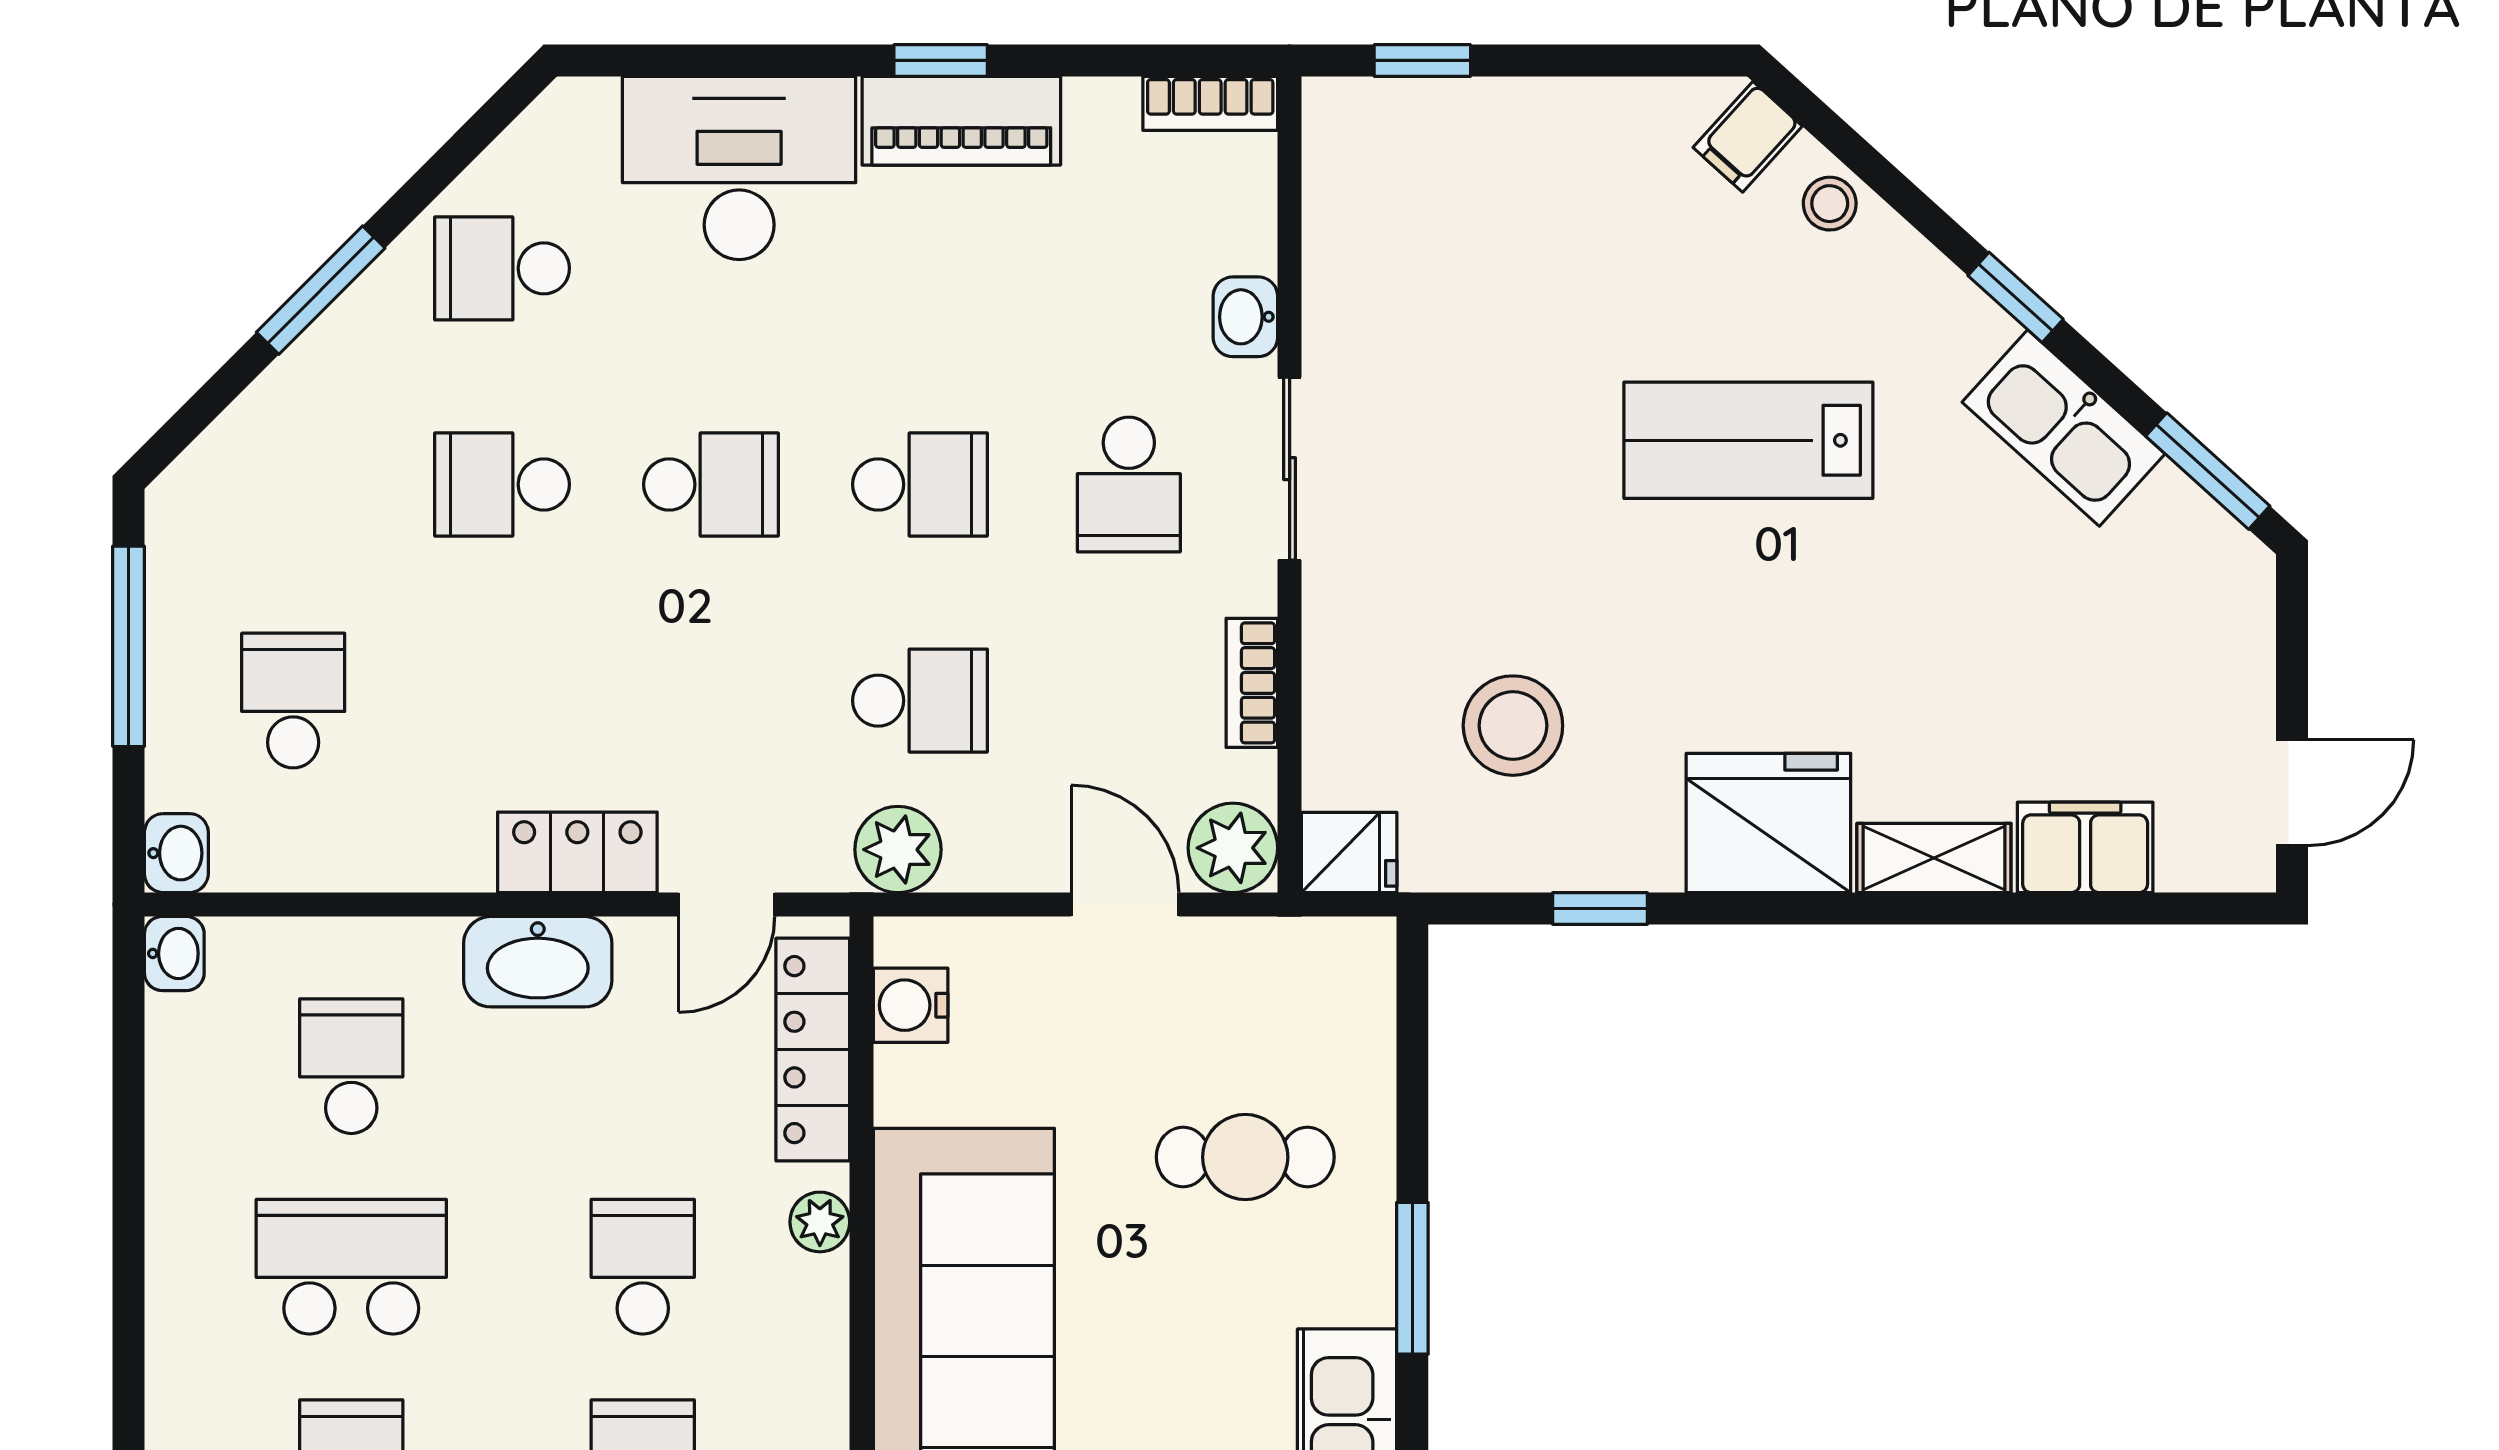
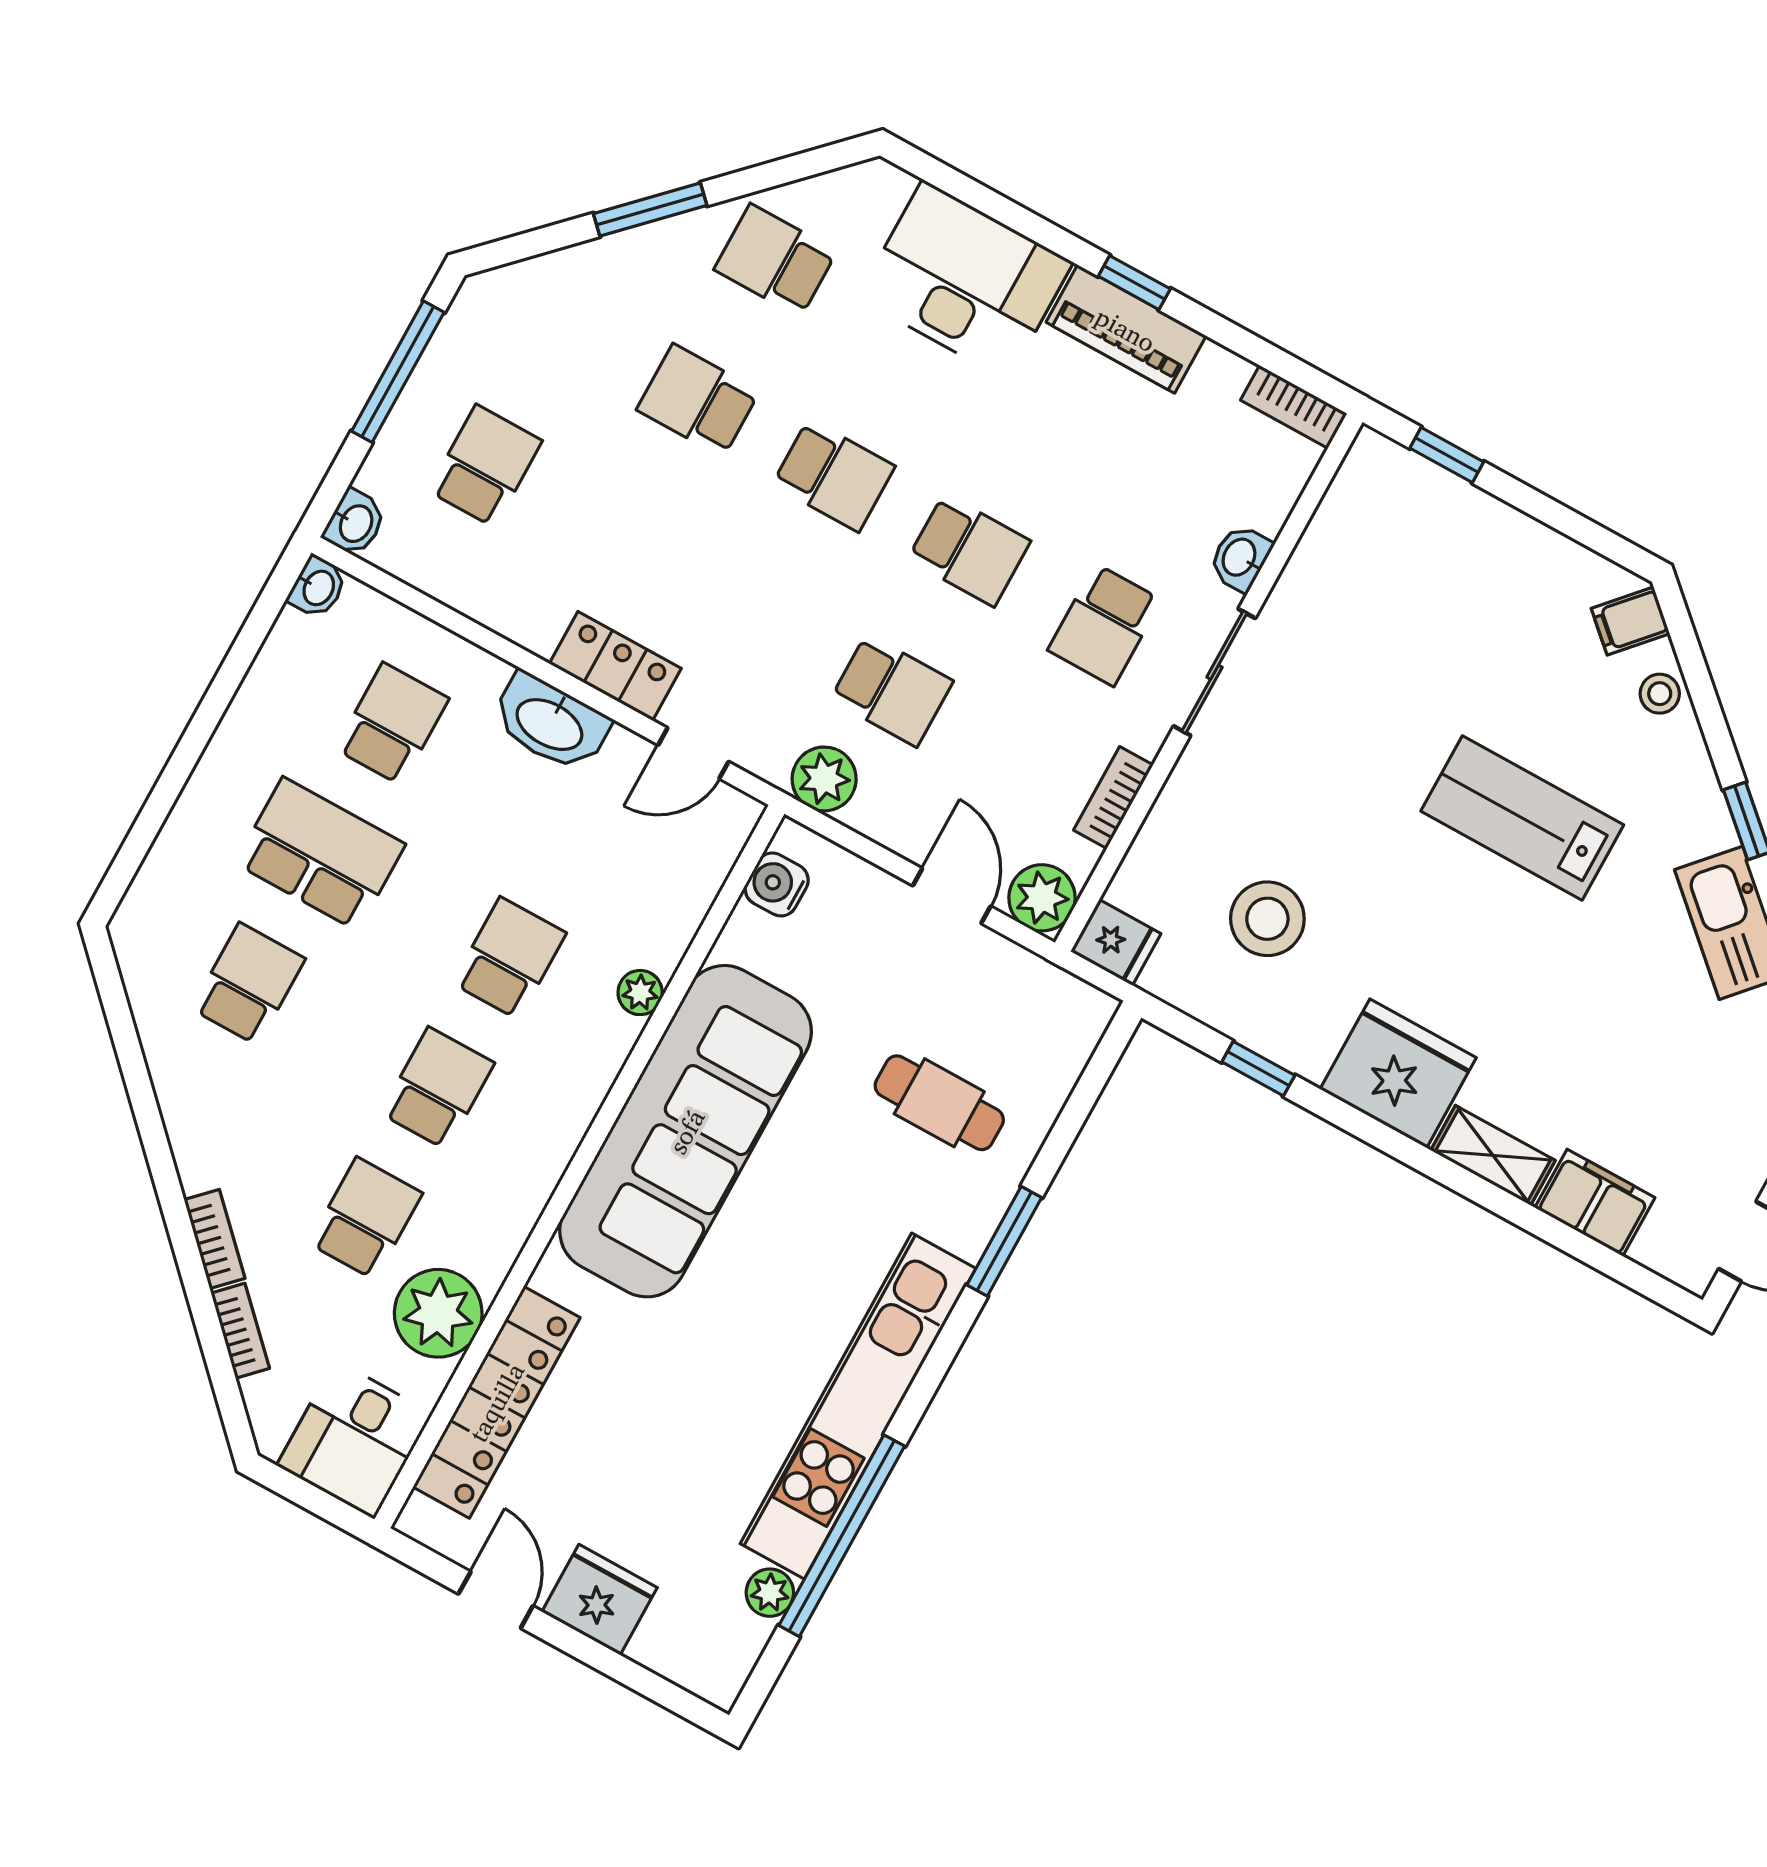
locker: (813, 1050) -> (697, 878), removed

